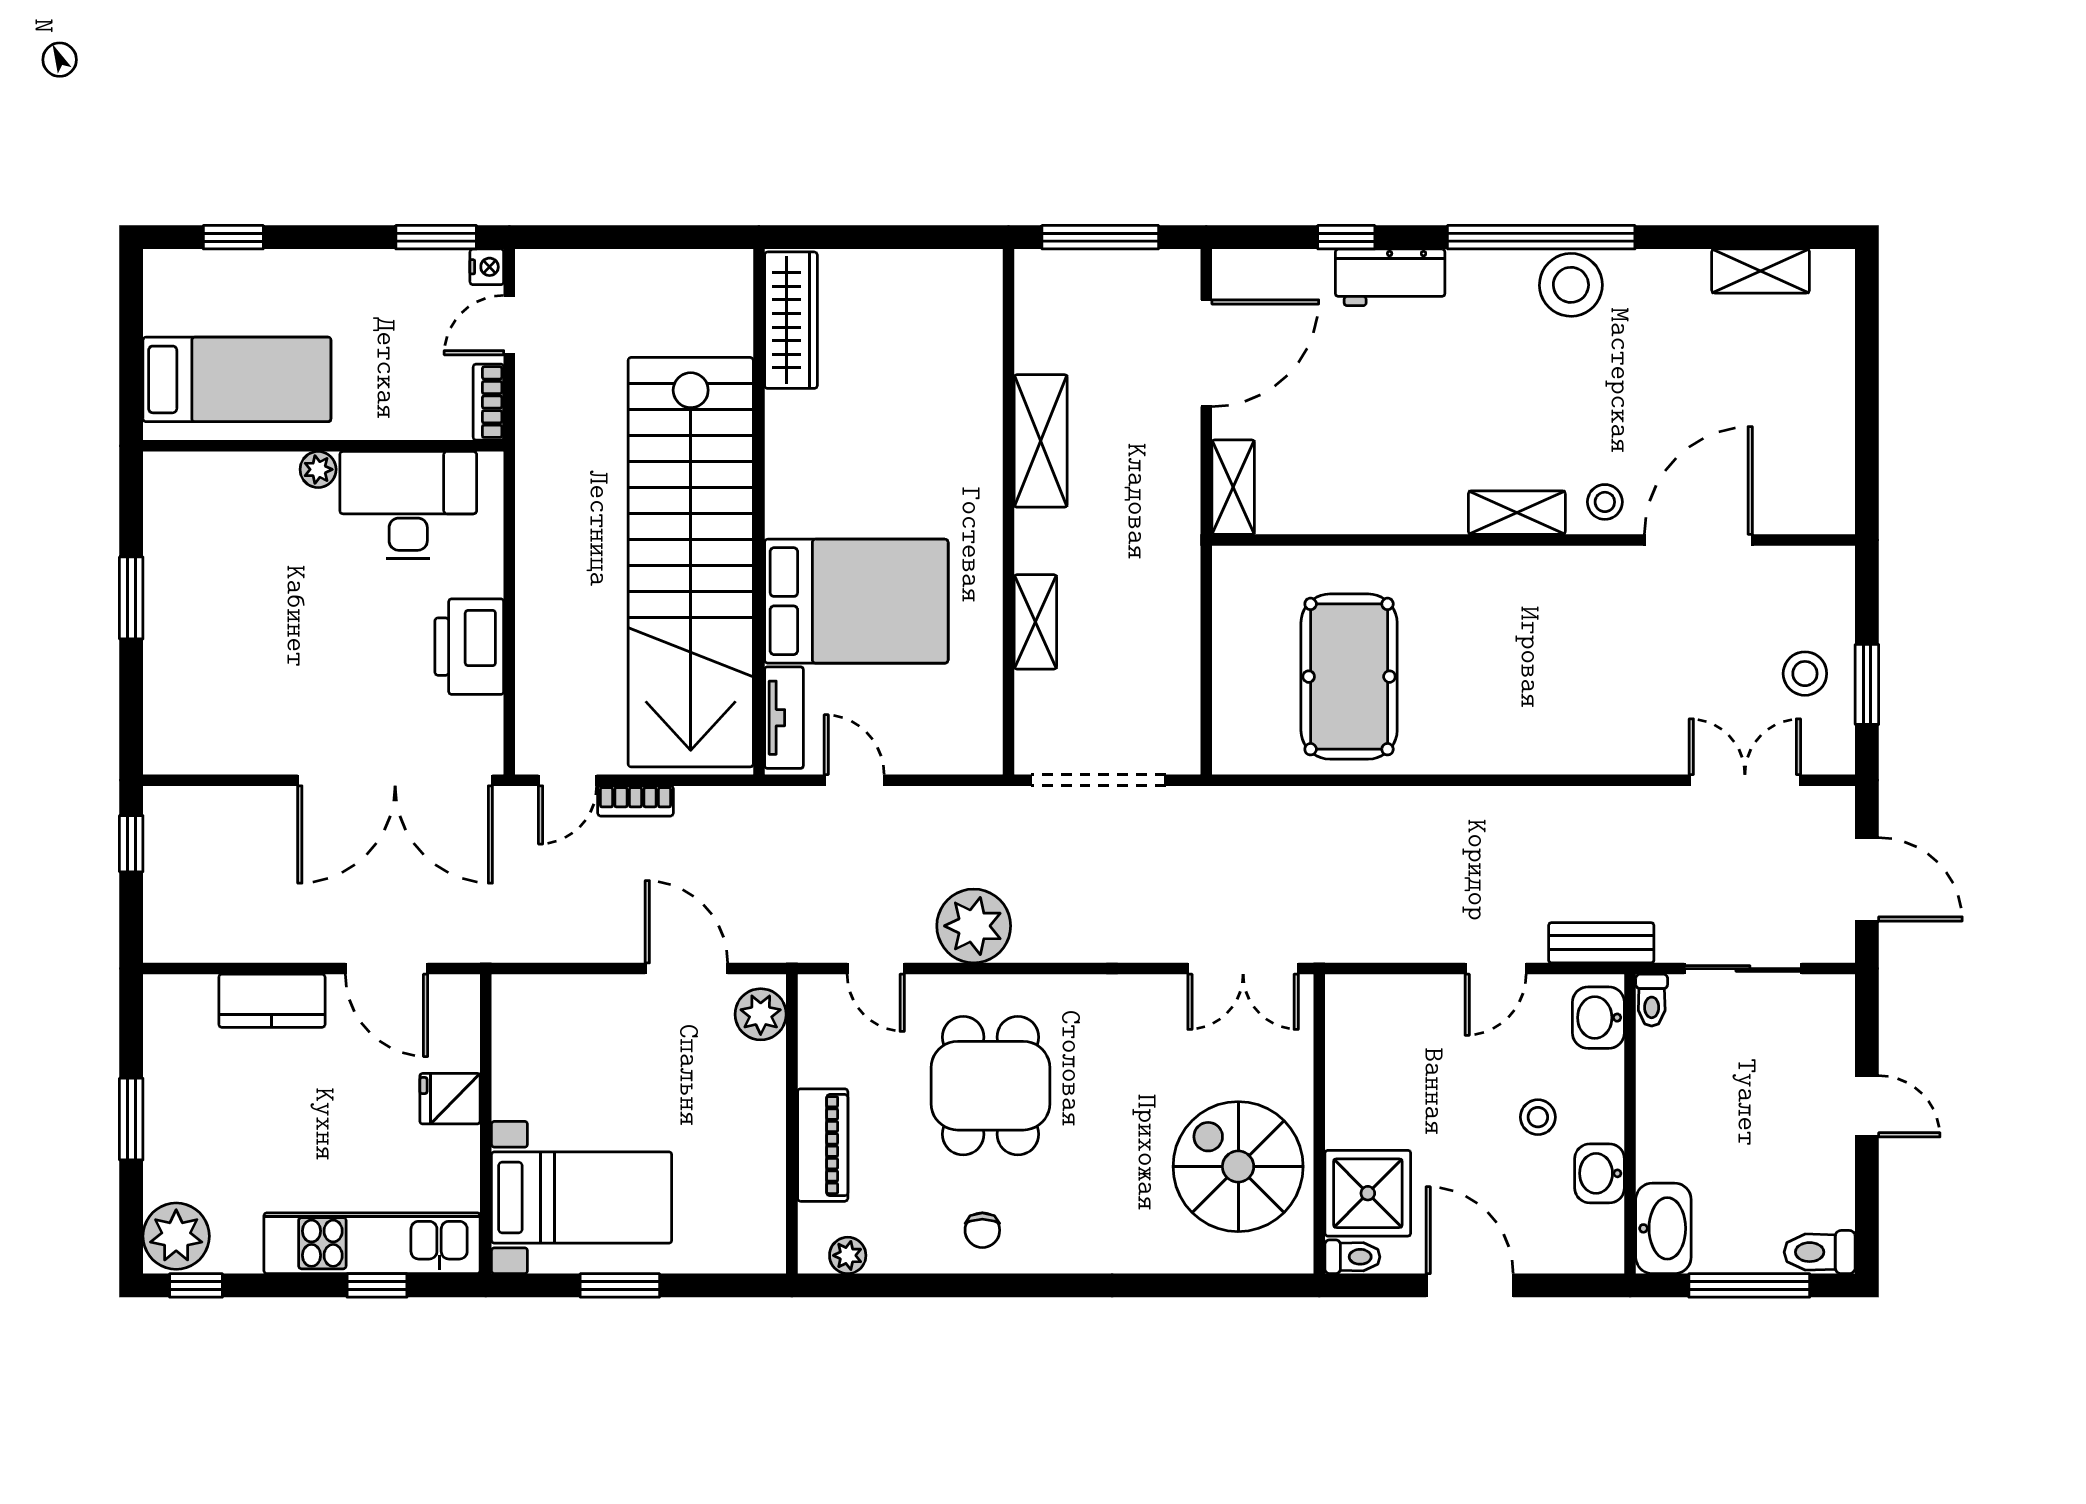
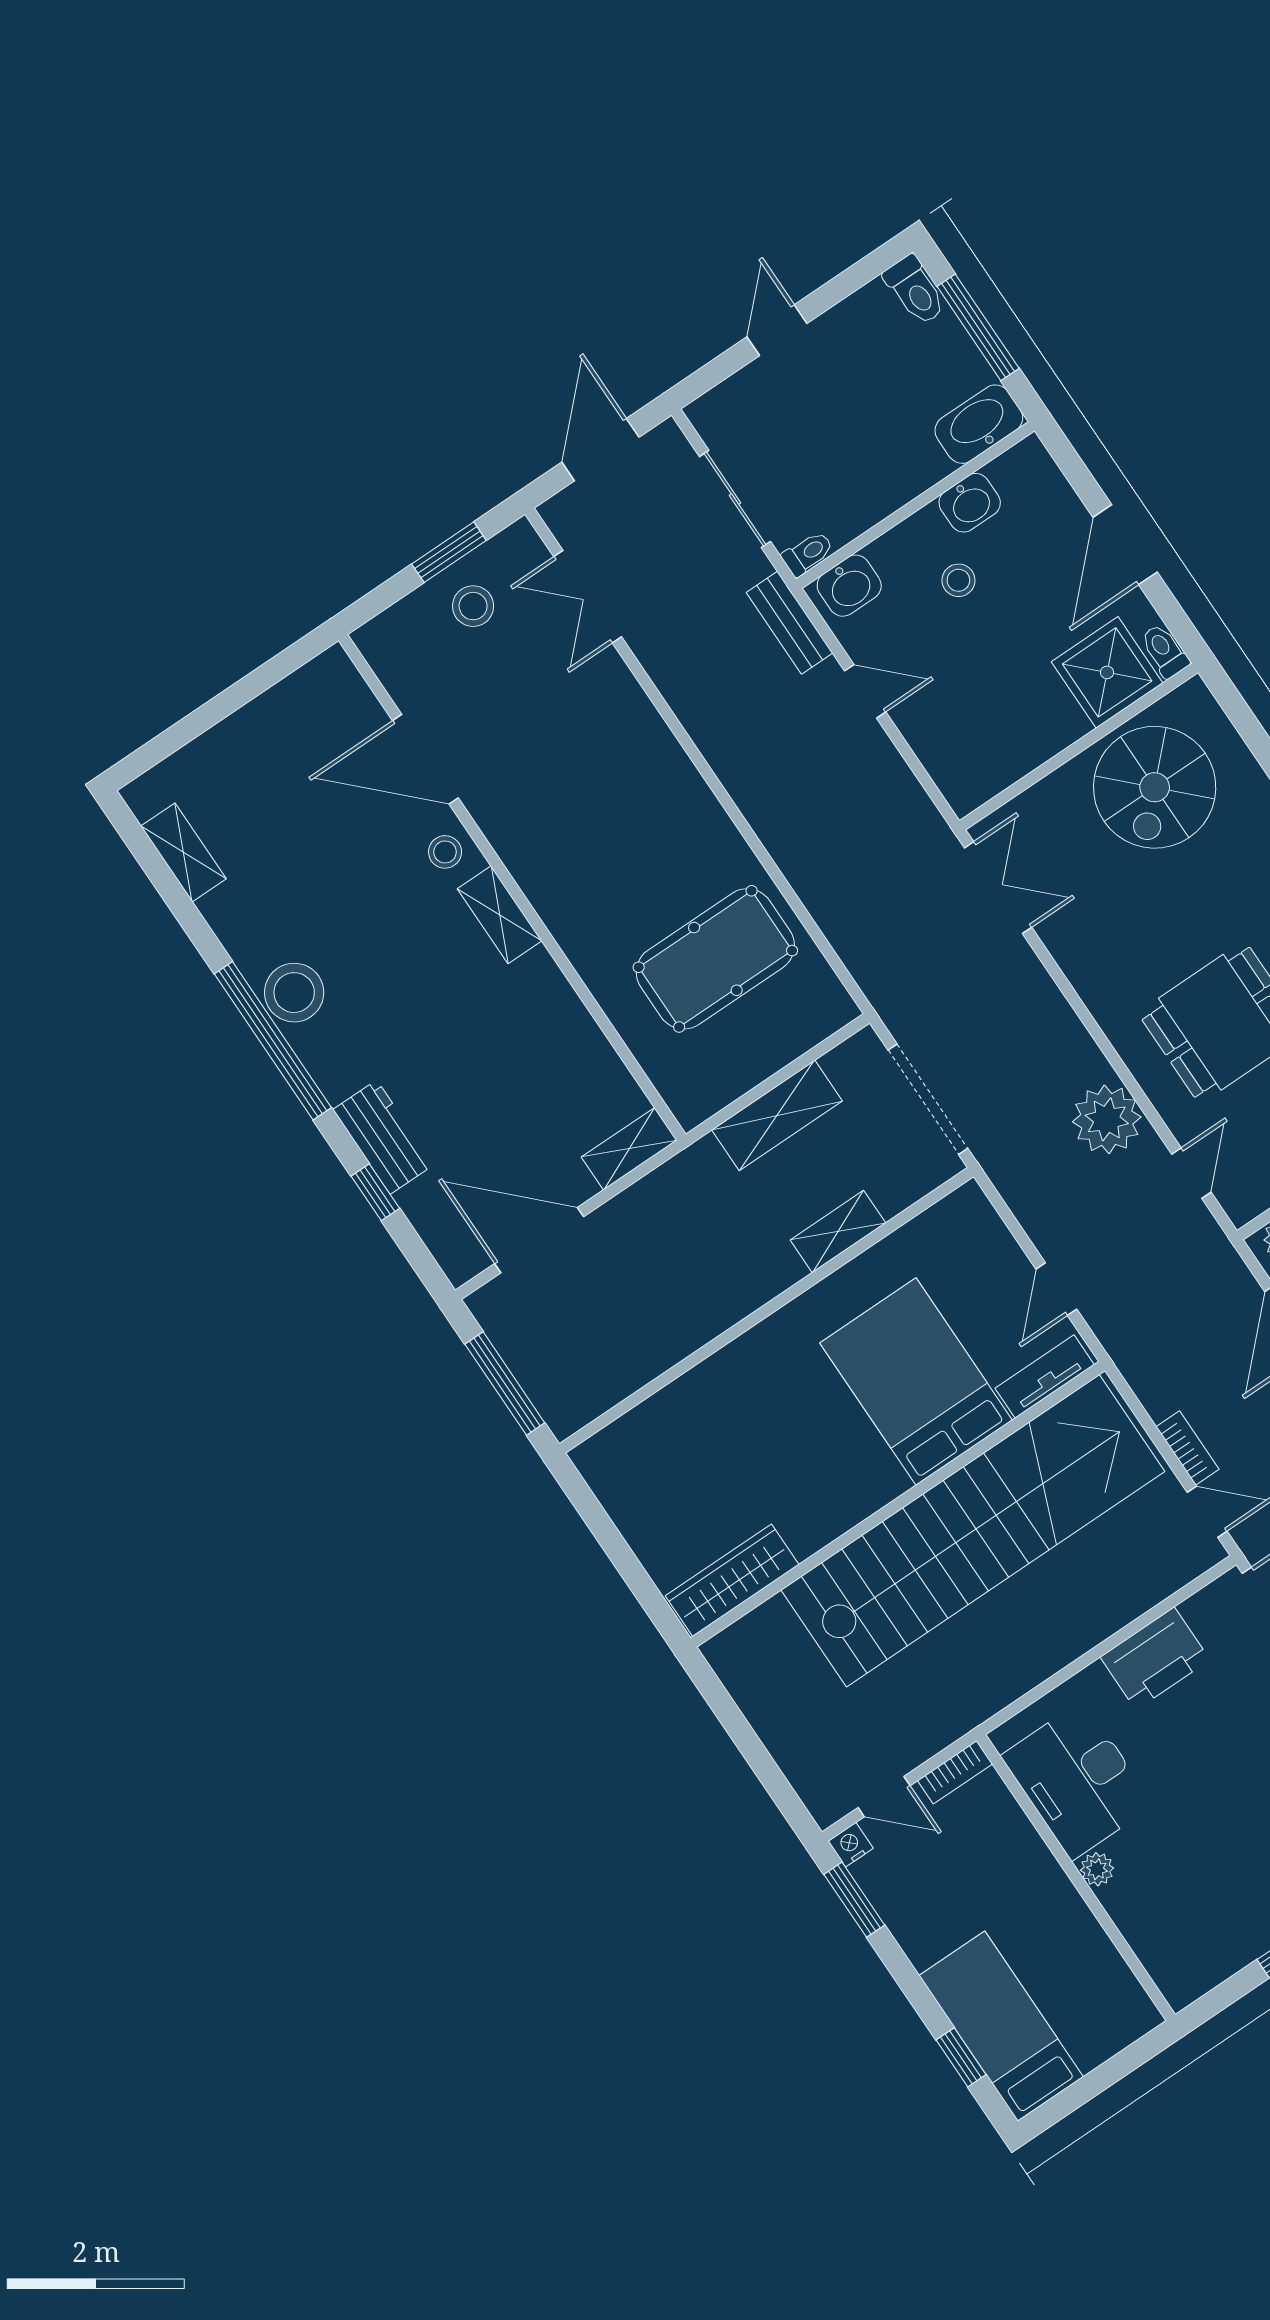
bed: (237, 379) -> (1001, 2026), moved
shelving: (1041, 441) -> (777, 1115), moved

